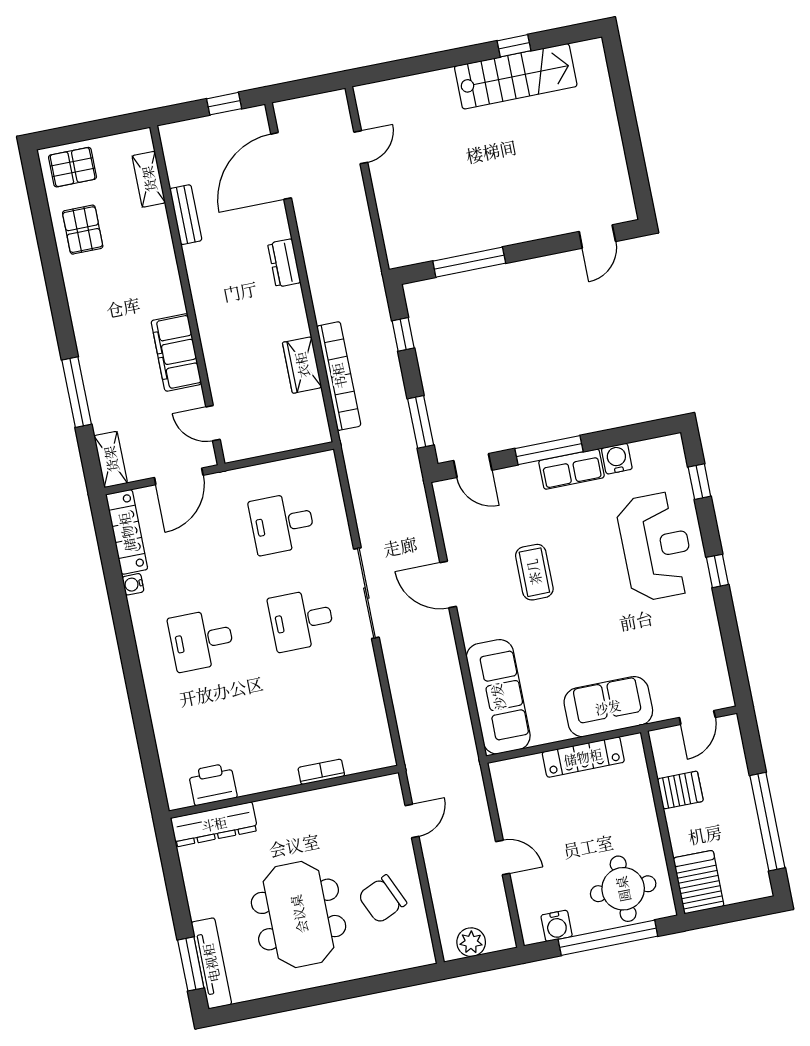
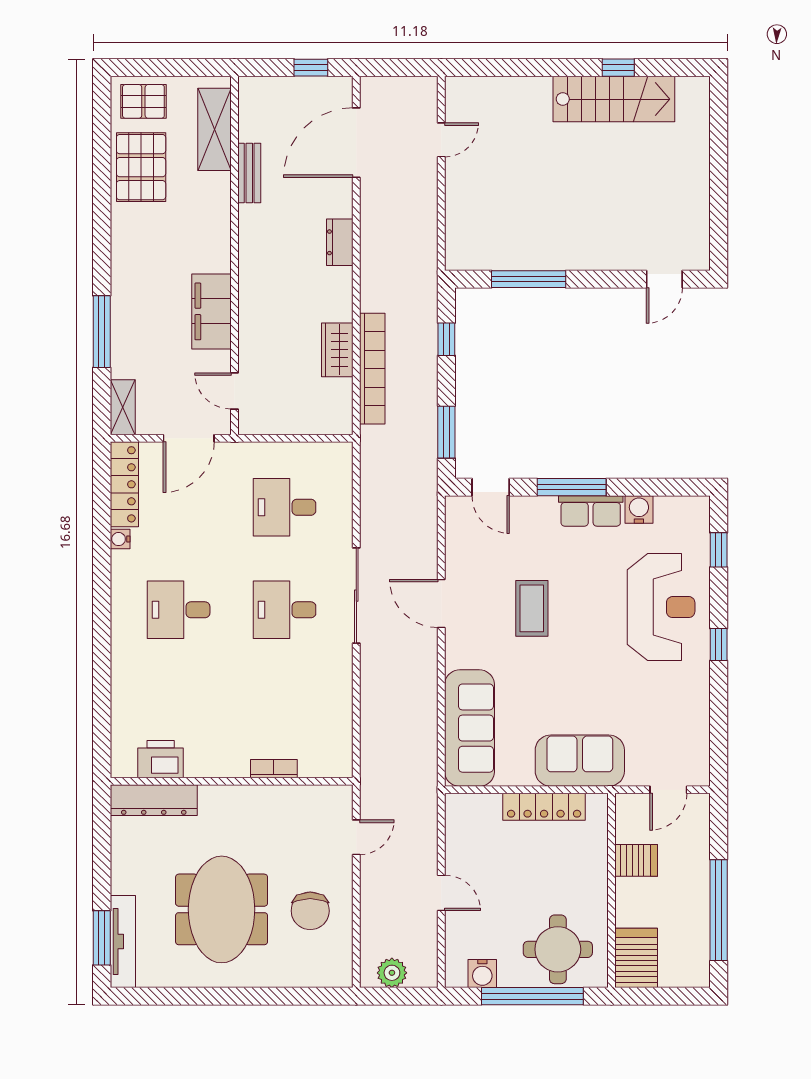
shelving: (149, 179) -> (215, 129), width x1.50, depth x1.33
pallet: (83, 230) -> (141, 167), width x1.50, depth x1.42
chair: (382, 899) -> (310, 911), turned -66

